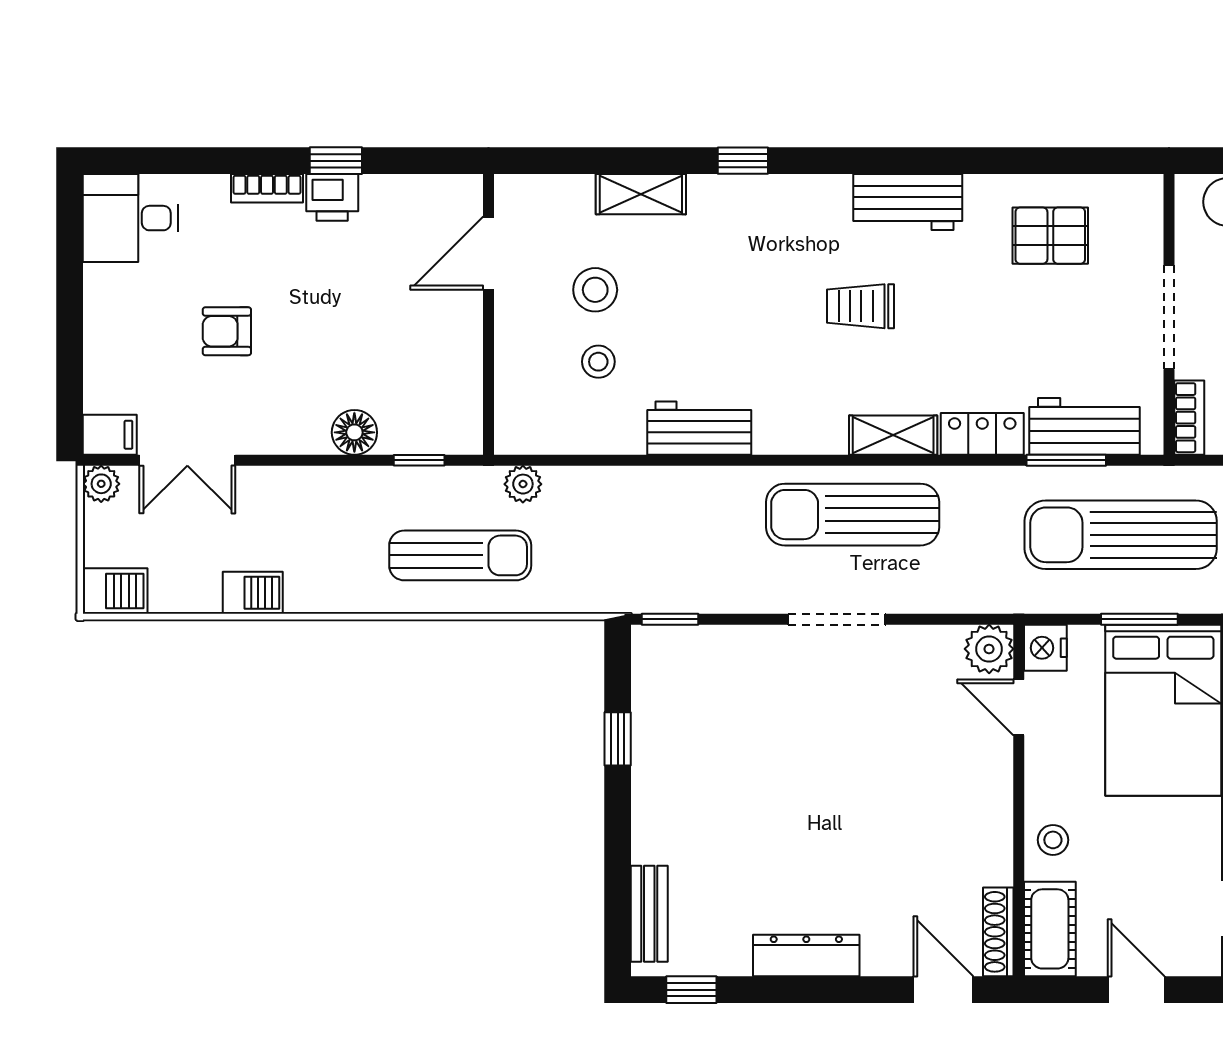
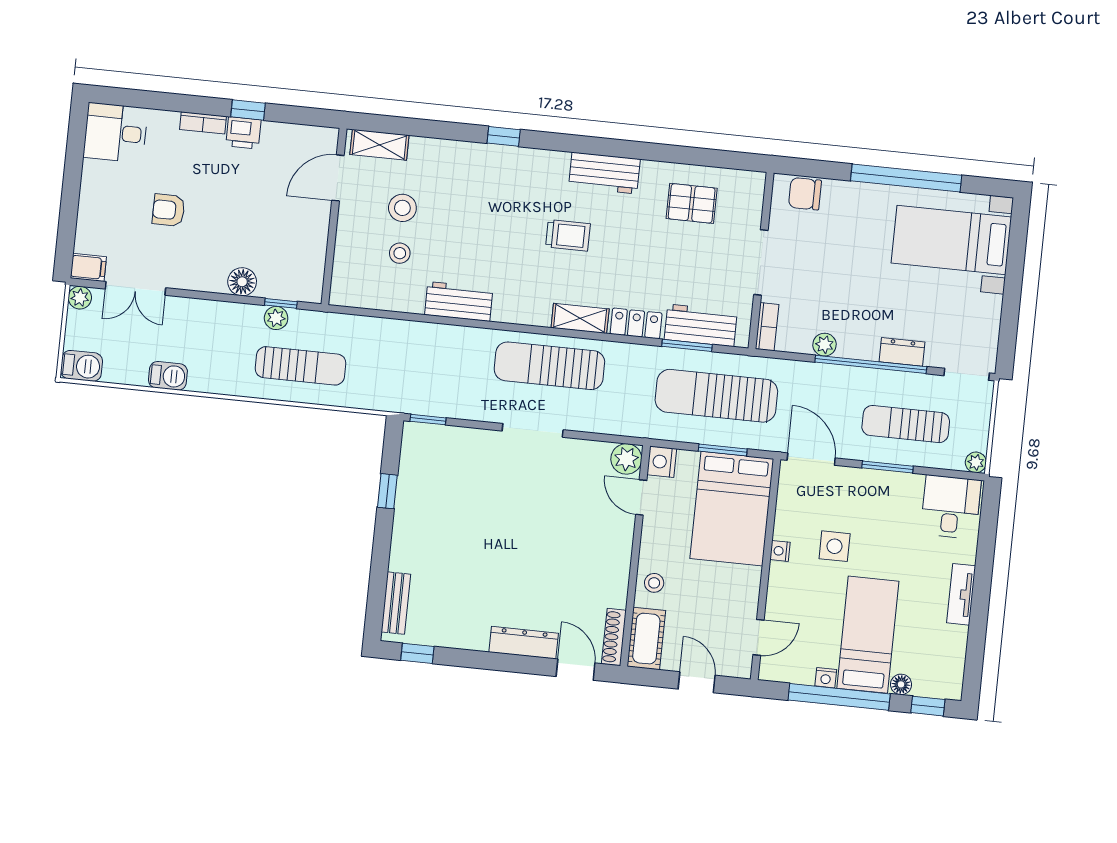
shelving: (641, 194) -> (379, 145), moved
trolley: (860, 306) -> (568, 235), turned 180
plant: (523, 484) -> (276, 318), moved
dresser: (806, 955) -> (524, 643), moved

